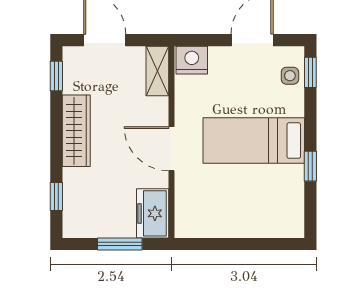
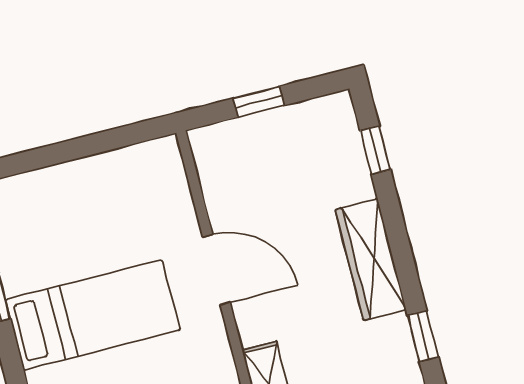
freezer: (153, 213) -> (220, 162), removed
window: (120, 244) -> (259, 102), width x0.67

